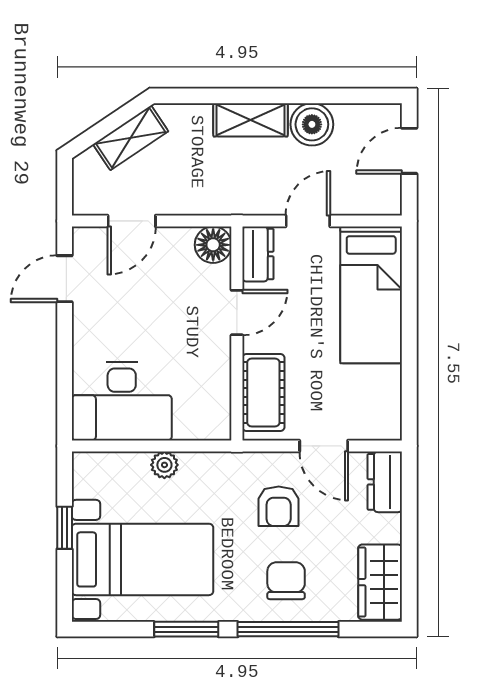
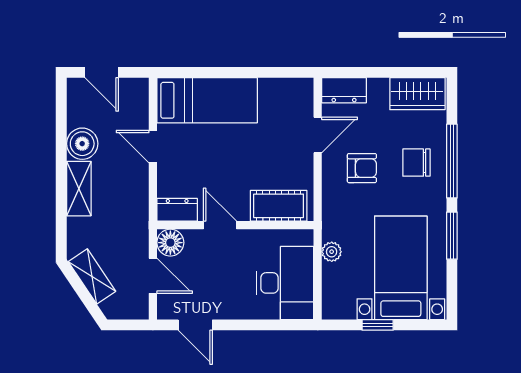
floor lamp: (213, 245) -> (170, 243), moved
dresser: (258, 254) -> (177, 210), moved
door: (237, 313) -> (220, 225), moved
wall: (237, 333) -> (235, 225), moved
cot: (263, 393) -> (279, 206), moved

